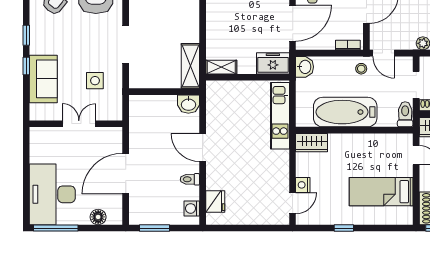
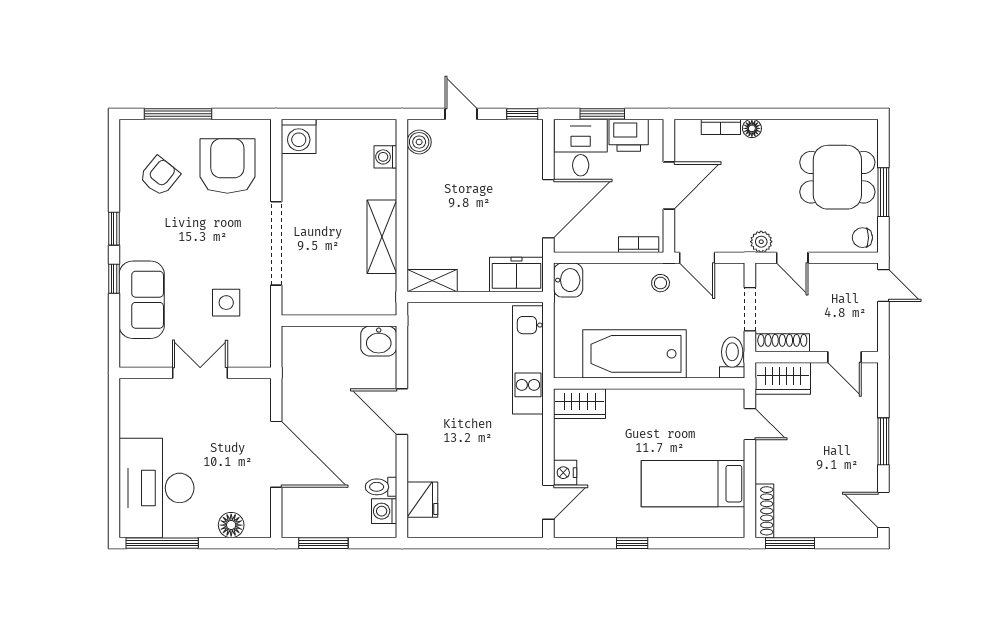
doorway: (126, 44) -> (276, 243), width x1.36
shelving: (190, 66) -> (382, 237), moved
door: (126, 174) -> (276, 454), swing flipped
toilet: (190, 179) -> (381, 487), moved

